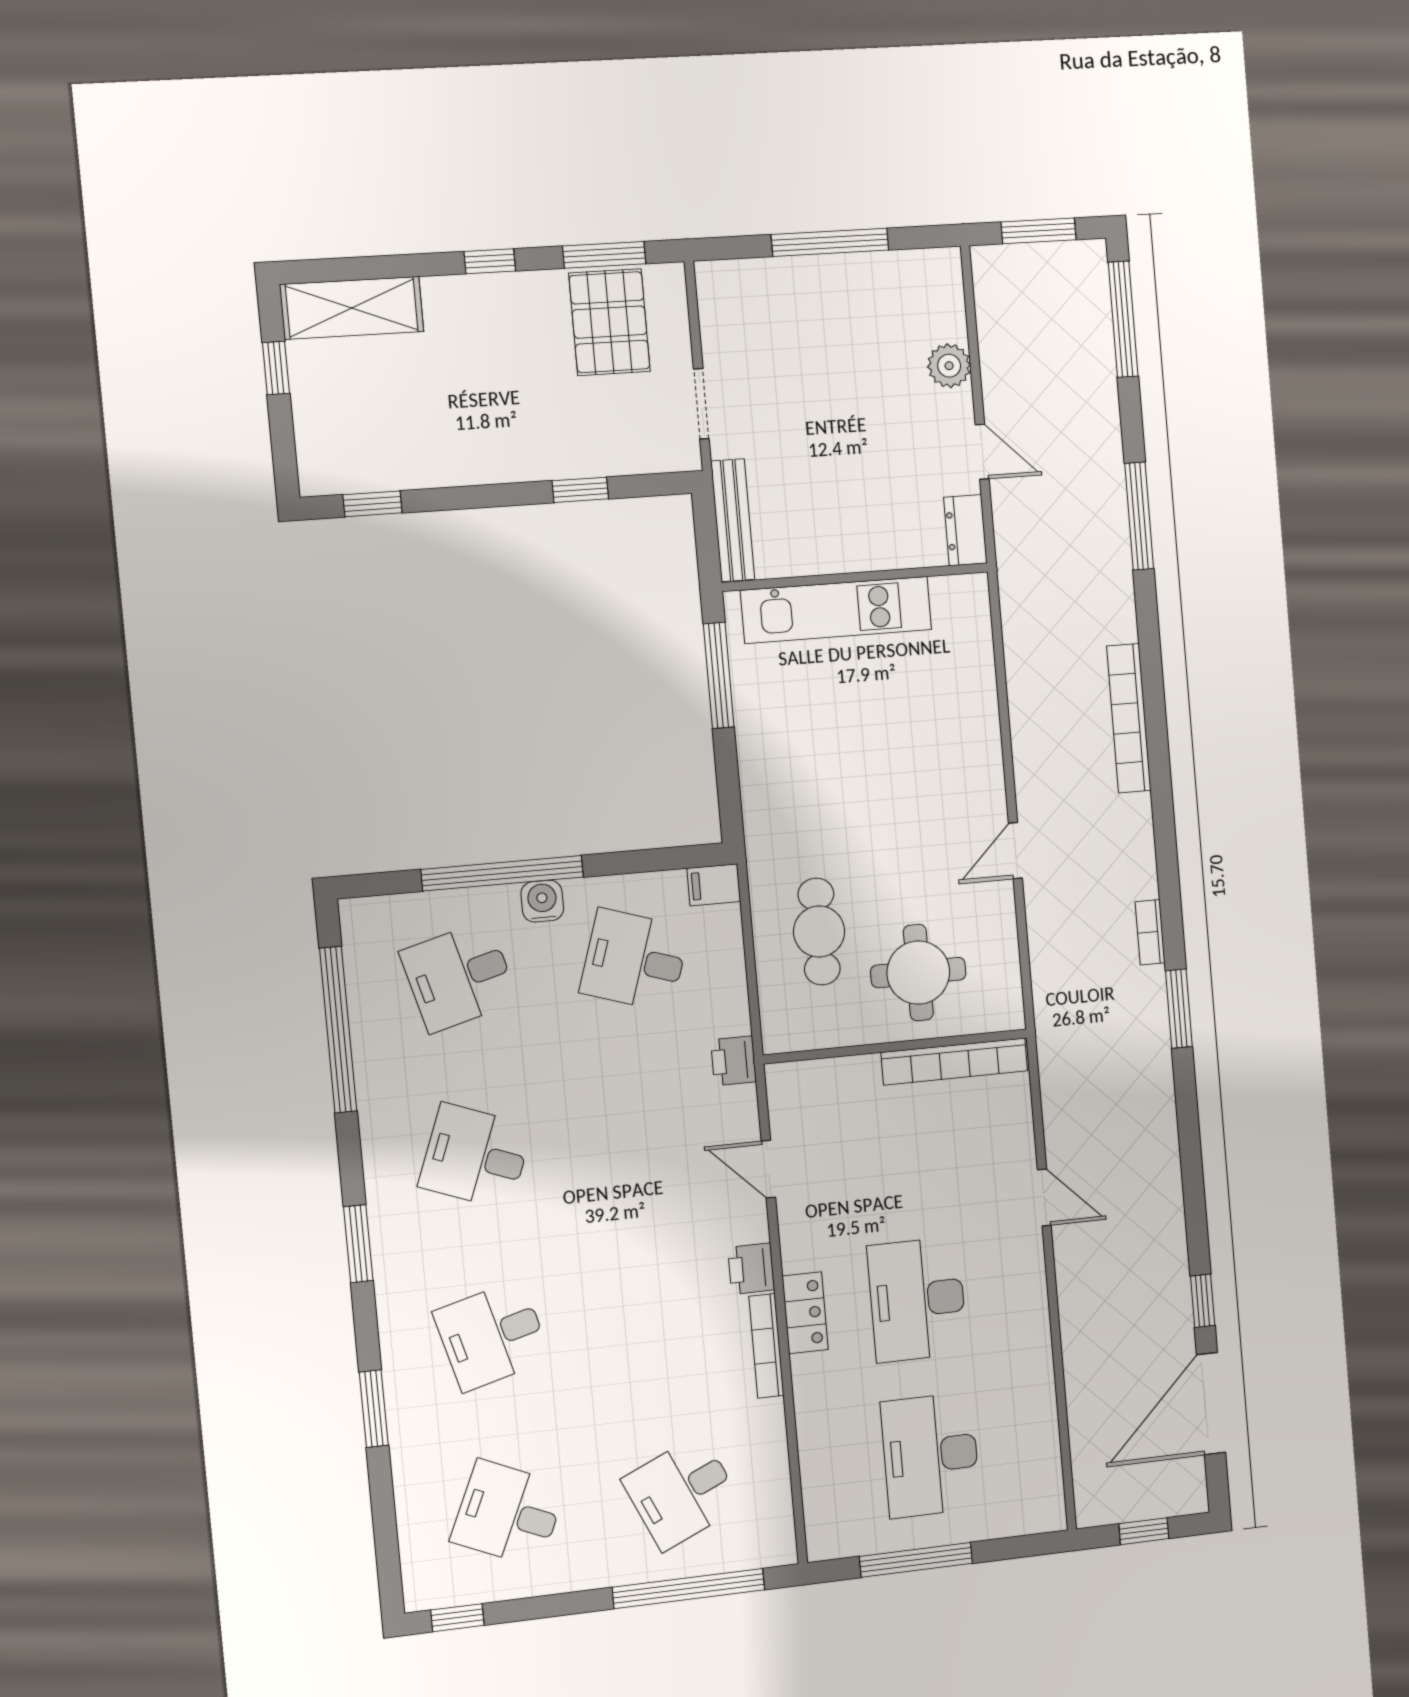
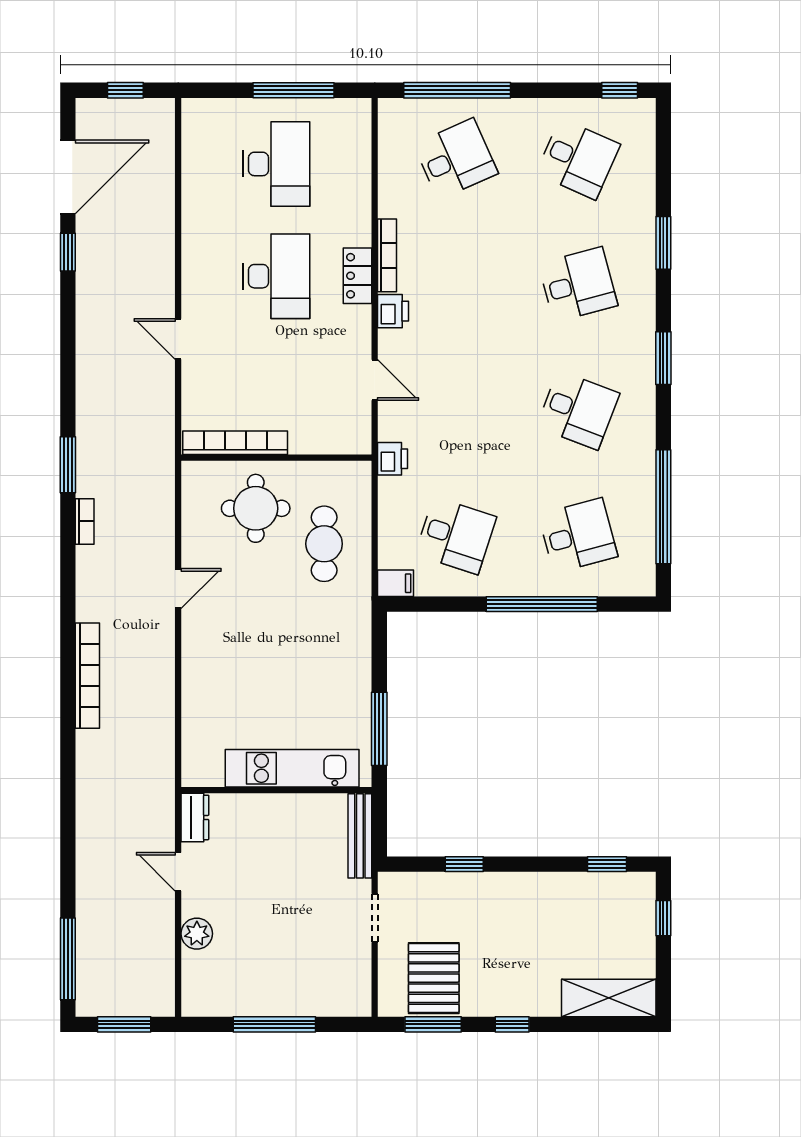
window: (276, 368) -> (663, 918), moved
window: (1139, 516) -> (68, 819), removed
water cooler: (542, 901) -> (516, 582), removed

